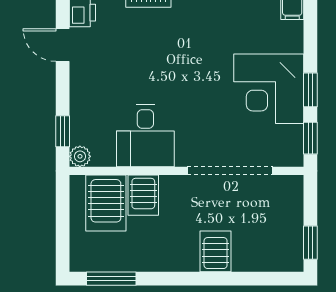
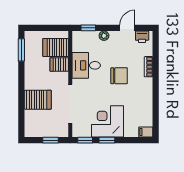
chair: (168, 63) -> (119, 76), added
plant: (80, 156) -> (104, 36), moved
window: (310, 243) -> (51, 140), moved
server rack: (216, 251) -> (38, 100), width x1.36, depth x1.44

